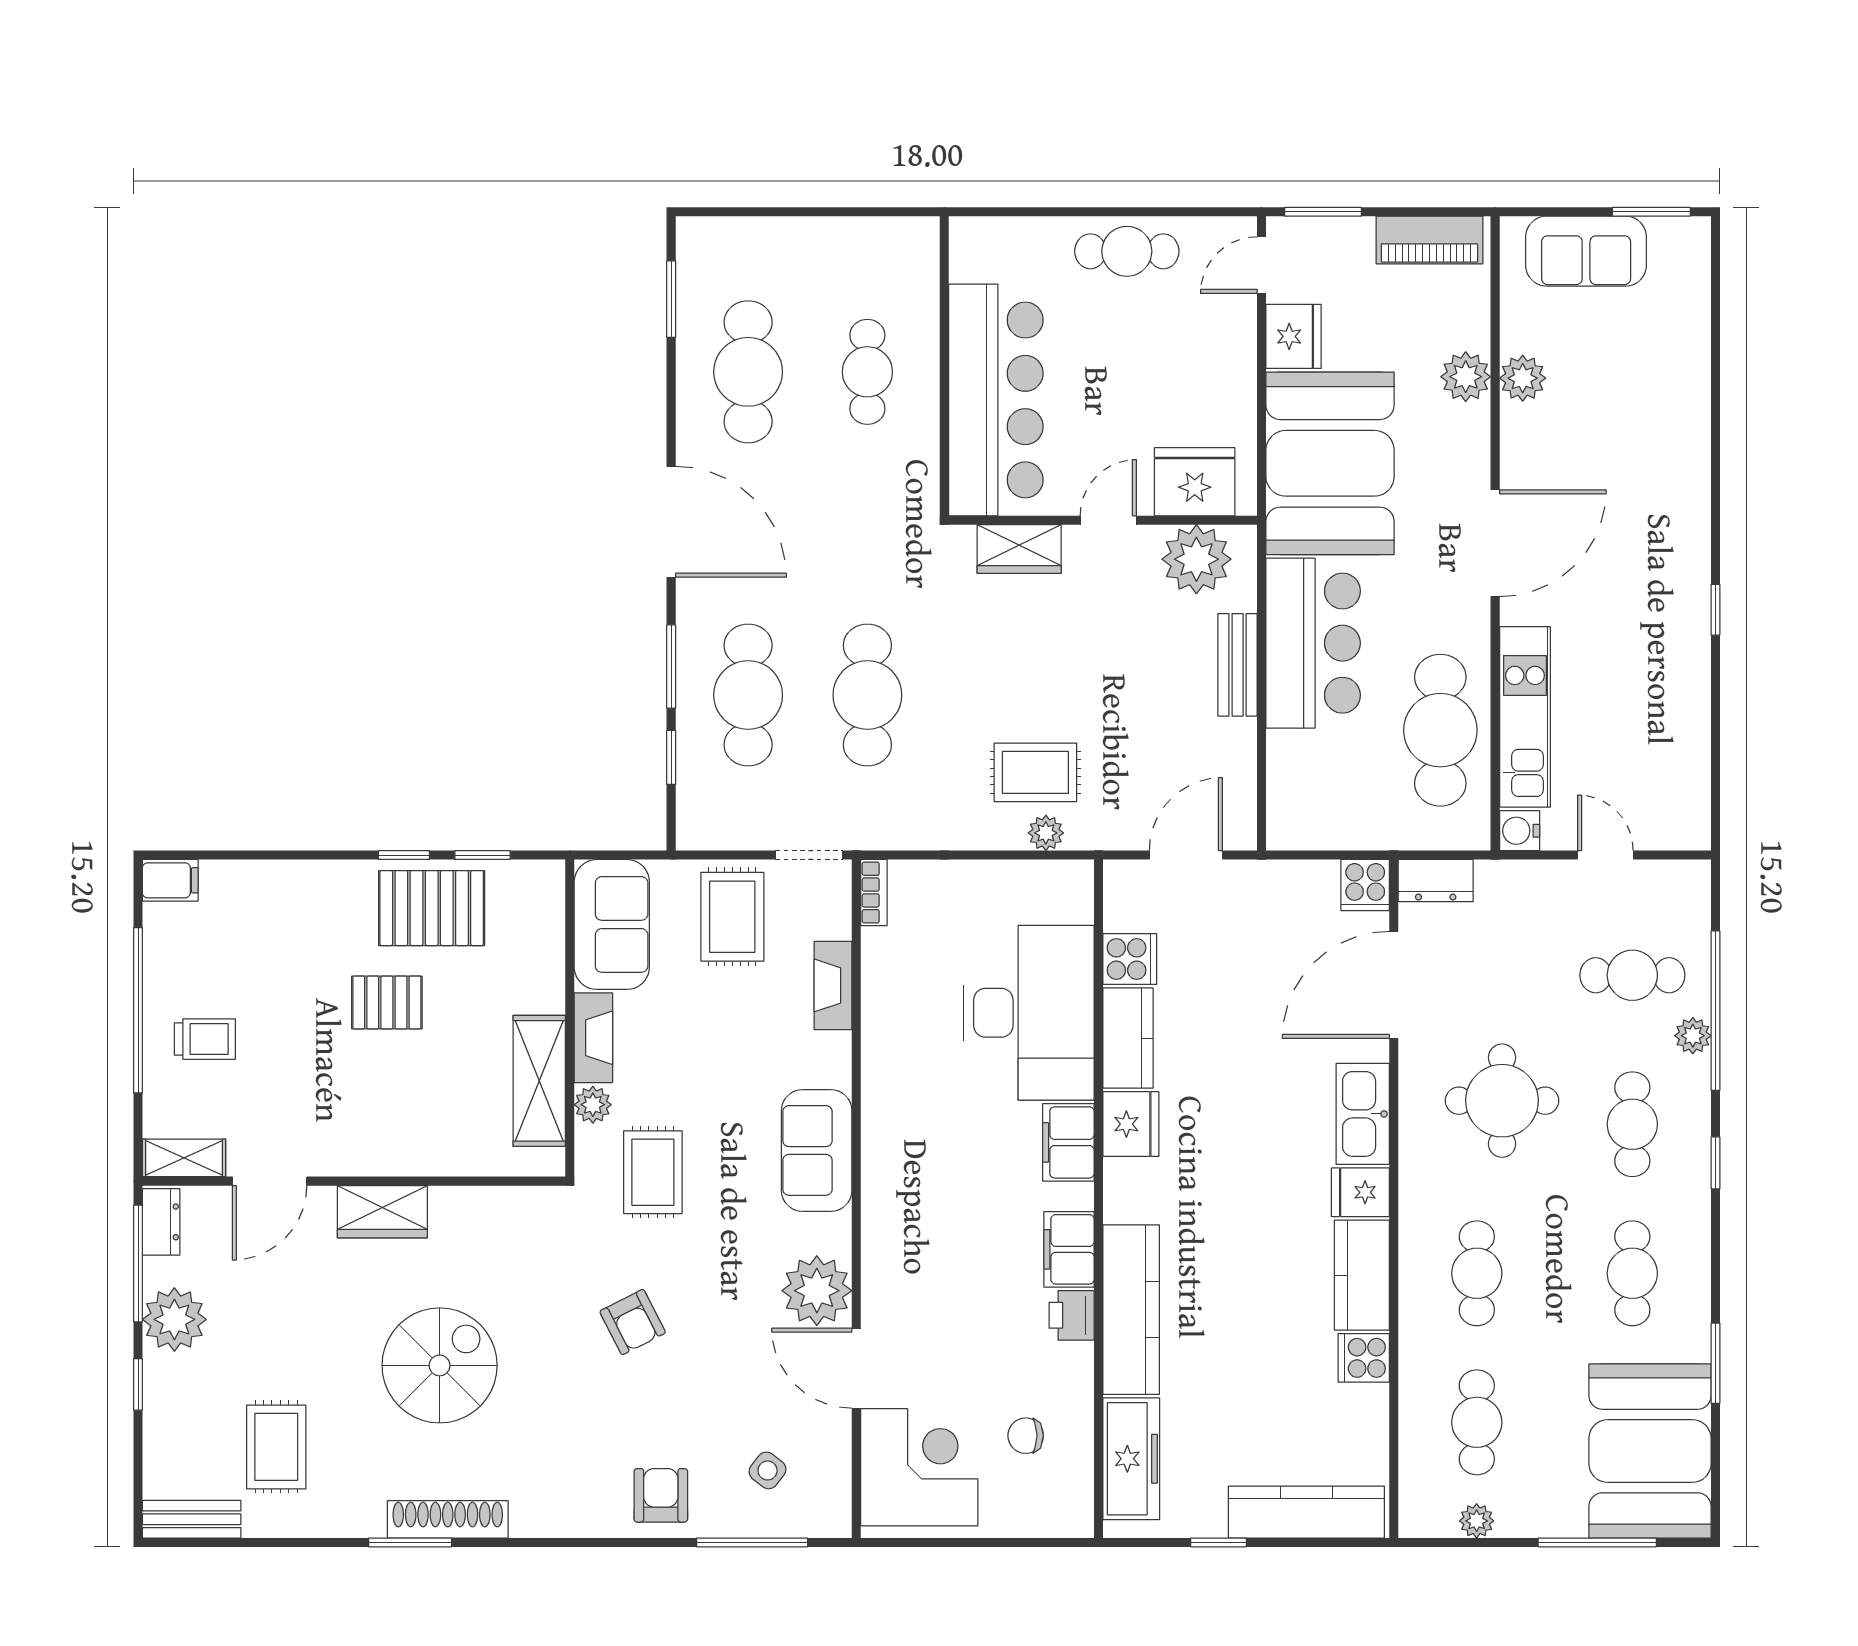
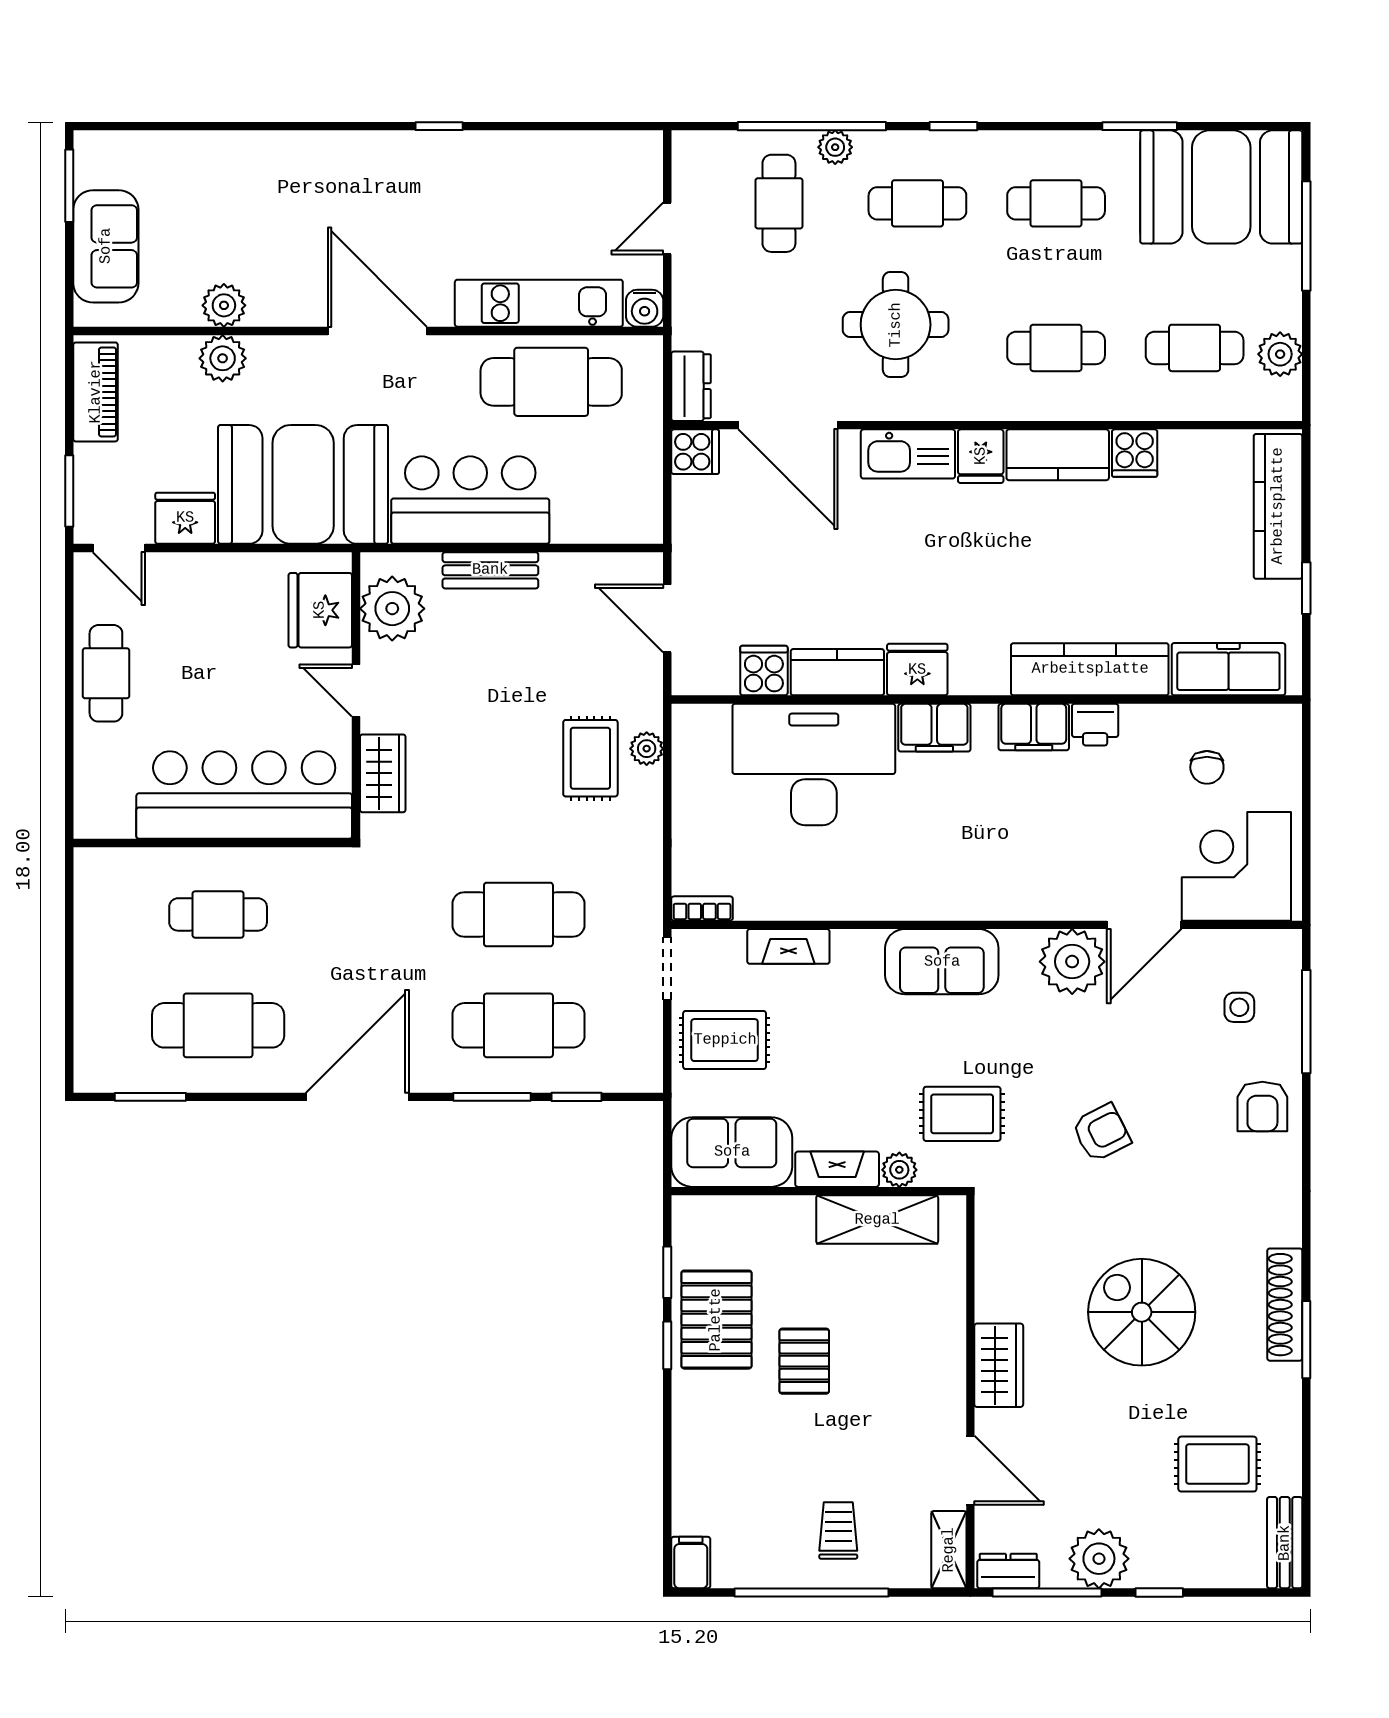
side table: (768, 1470) -> (1239, 1007), turned -38
armchair: (661, 1495) -> (1262, 1106), turned -90
plant: (1477, 1521) -> (1280, 354), width x1.38, depth x1.38

